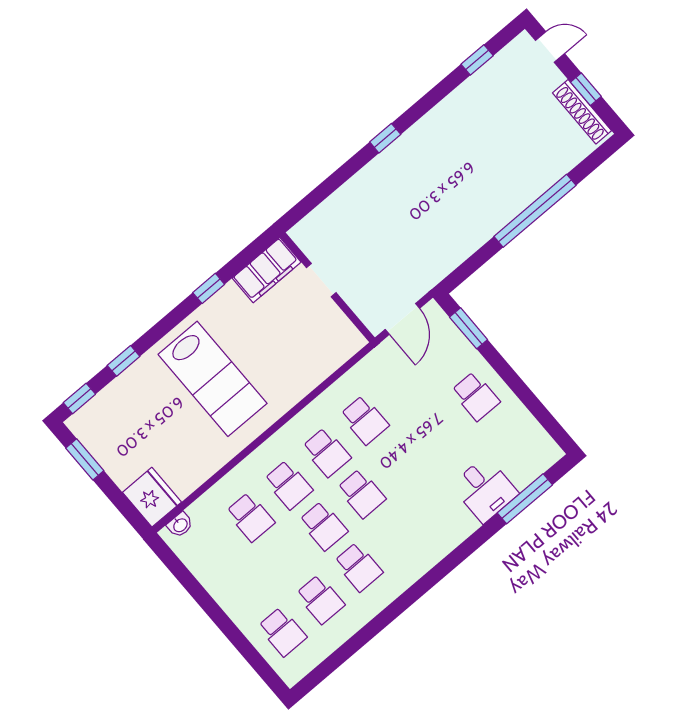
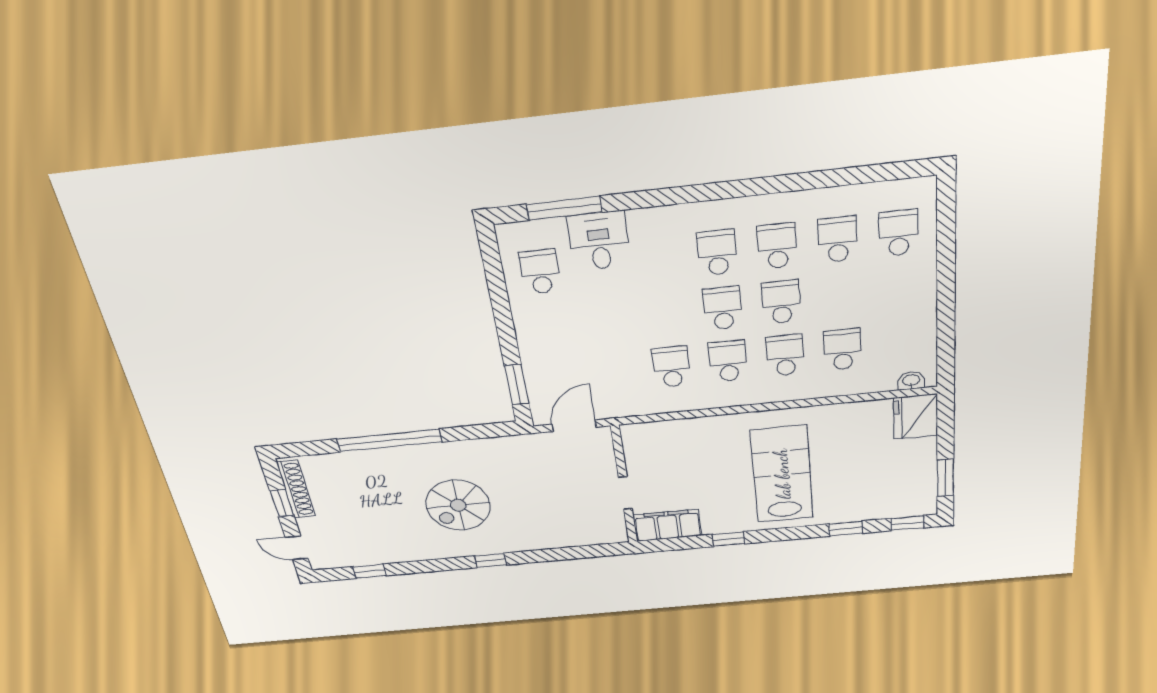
spiral stairs: (445, 180) -> (458, 505), added
school desk: (476, 396) -> (540, 272), moved
school desk: (396, 535) -> (717, 253), added

